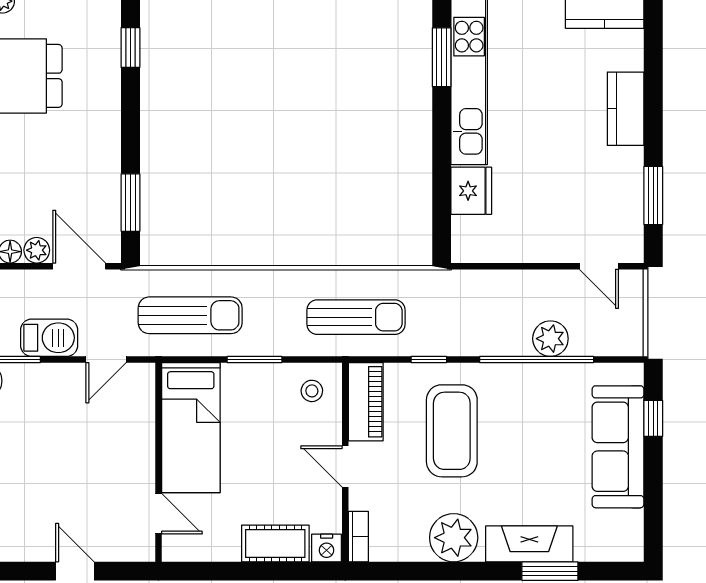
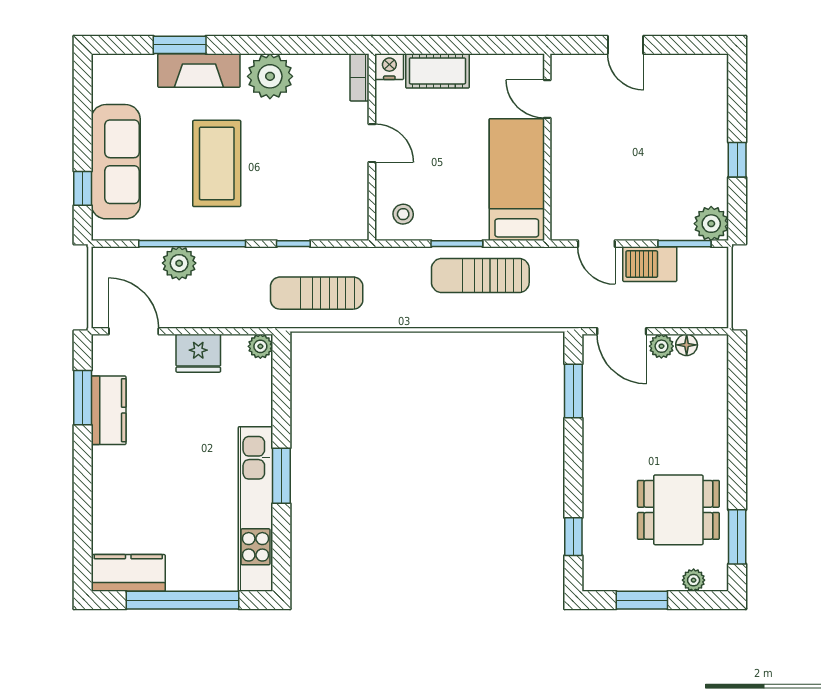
window: (442, 57) -> (281, 476), moved
kitchen counter: (626, 109) -> (109, 410), moved
fridge: (471, 191) -> (198, 353), moved, turned -90
plant: (464, 250) -> (260, 346), added
door: (599, 266) -> (134, 331), width x1.38
sun lounger: (190, 315) -> (480, 275), moved
sun lounger: (356, 317) -> (317, 293), moved
door: (106, 360) -> (596, 244), swing flipped
piano: (366, 402) -> (353, 204), removed
coffee table: (452, 431) -> (217, 163), moved

